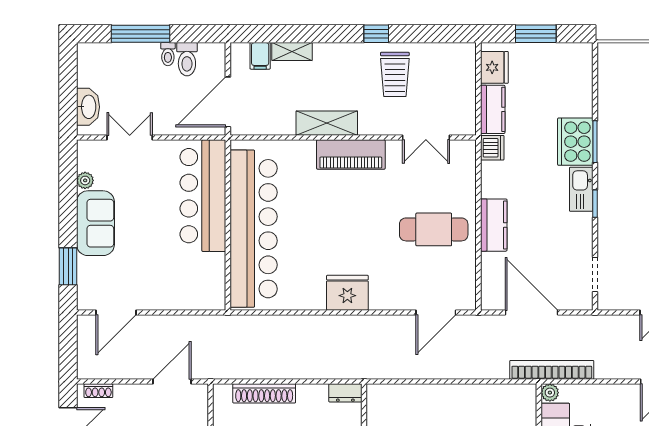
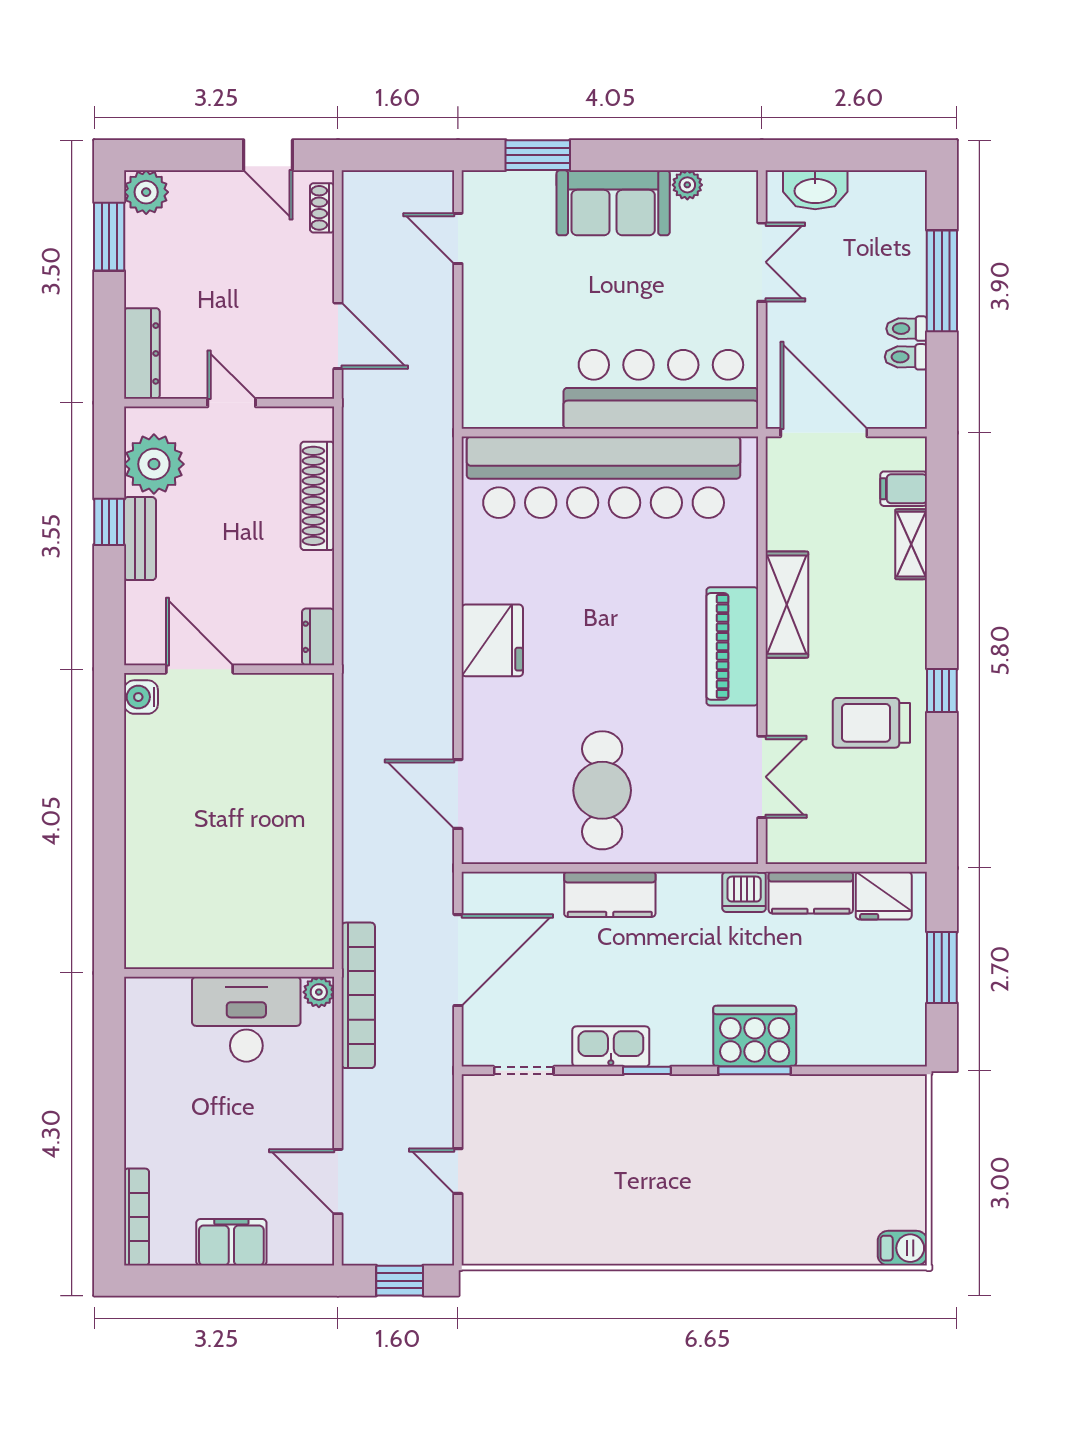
toilet: (187, 59) -> (906, 357), width x0.73, depth x0.72
double door: (426, 138) -> (762, 777), swing flipped
kitchen sink: (581, 189) -> (611, 1046), moved
door: (116, 312) -> (458, 238), width x0.73

